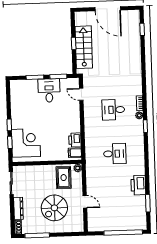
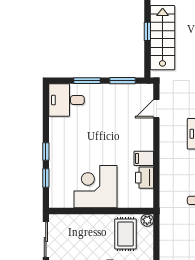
desk: (49, 90) -> (66, 100), moved, turned -90
door: (81, 94) -> (156, 109), hinge flipped
corner desk: (26, 143) -> (96, 187), moved, turned -90
filing cabinet: (75, 153) -> (144, 158), moved

